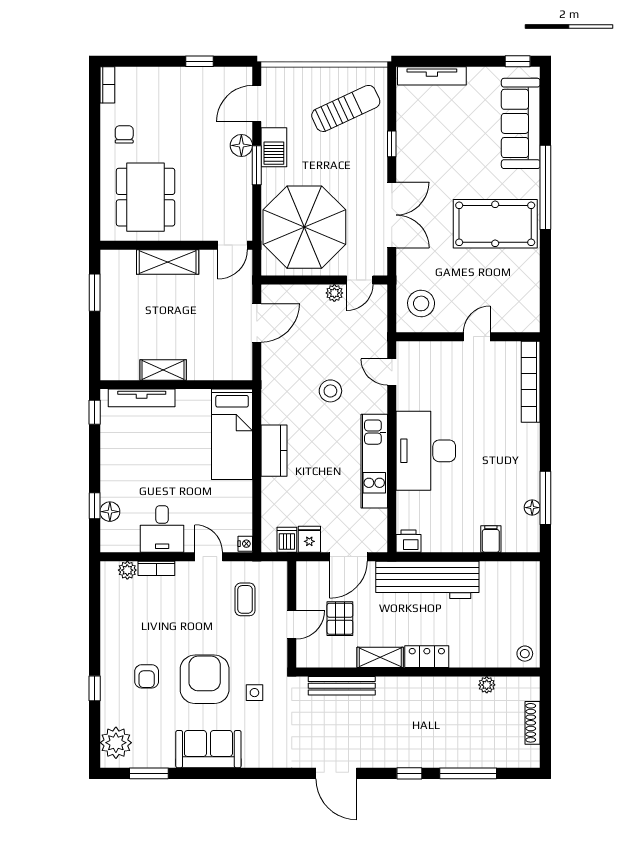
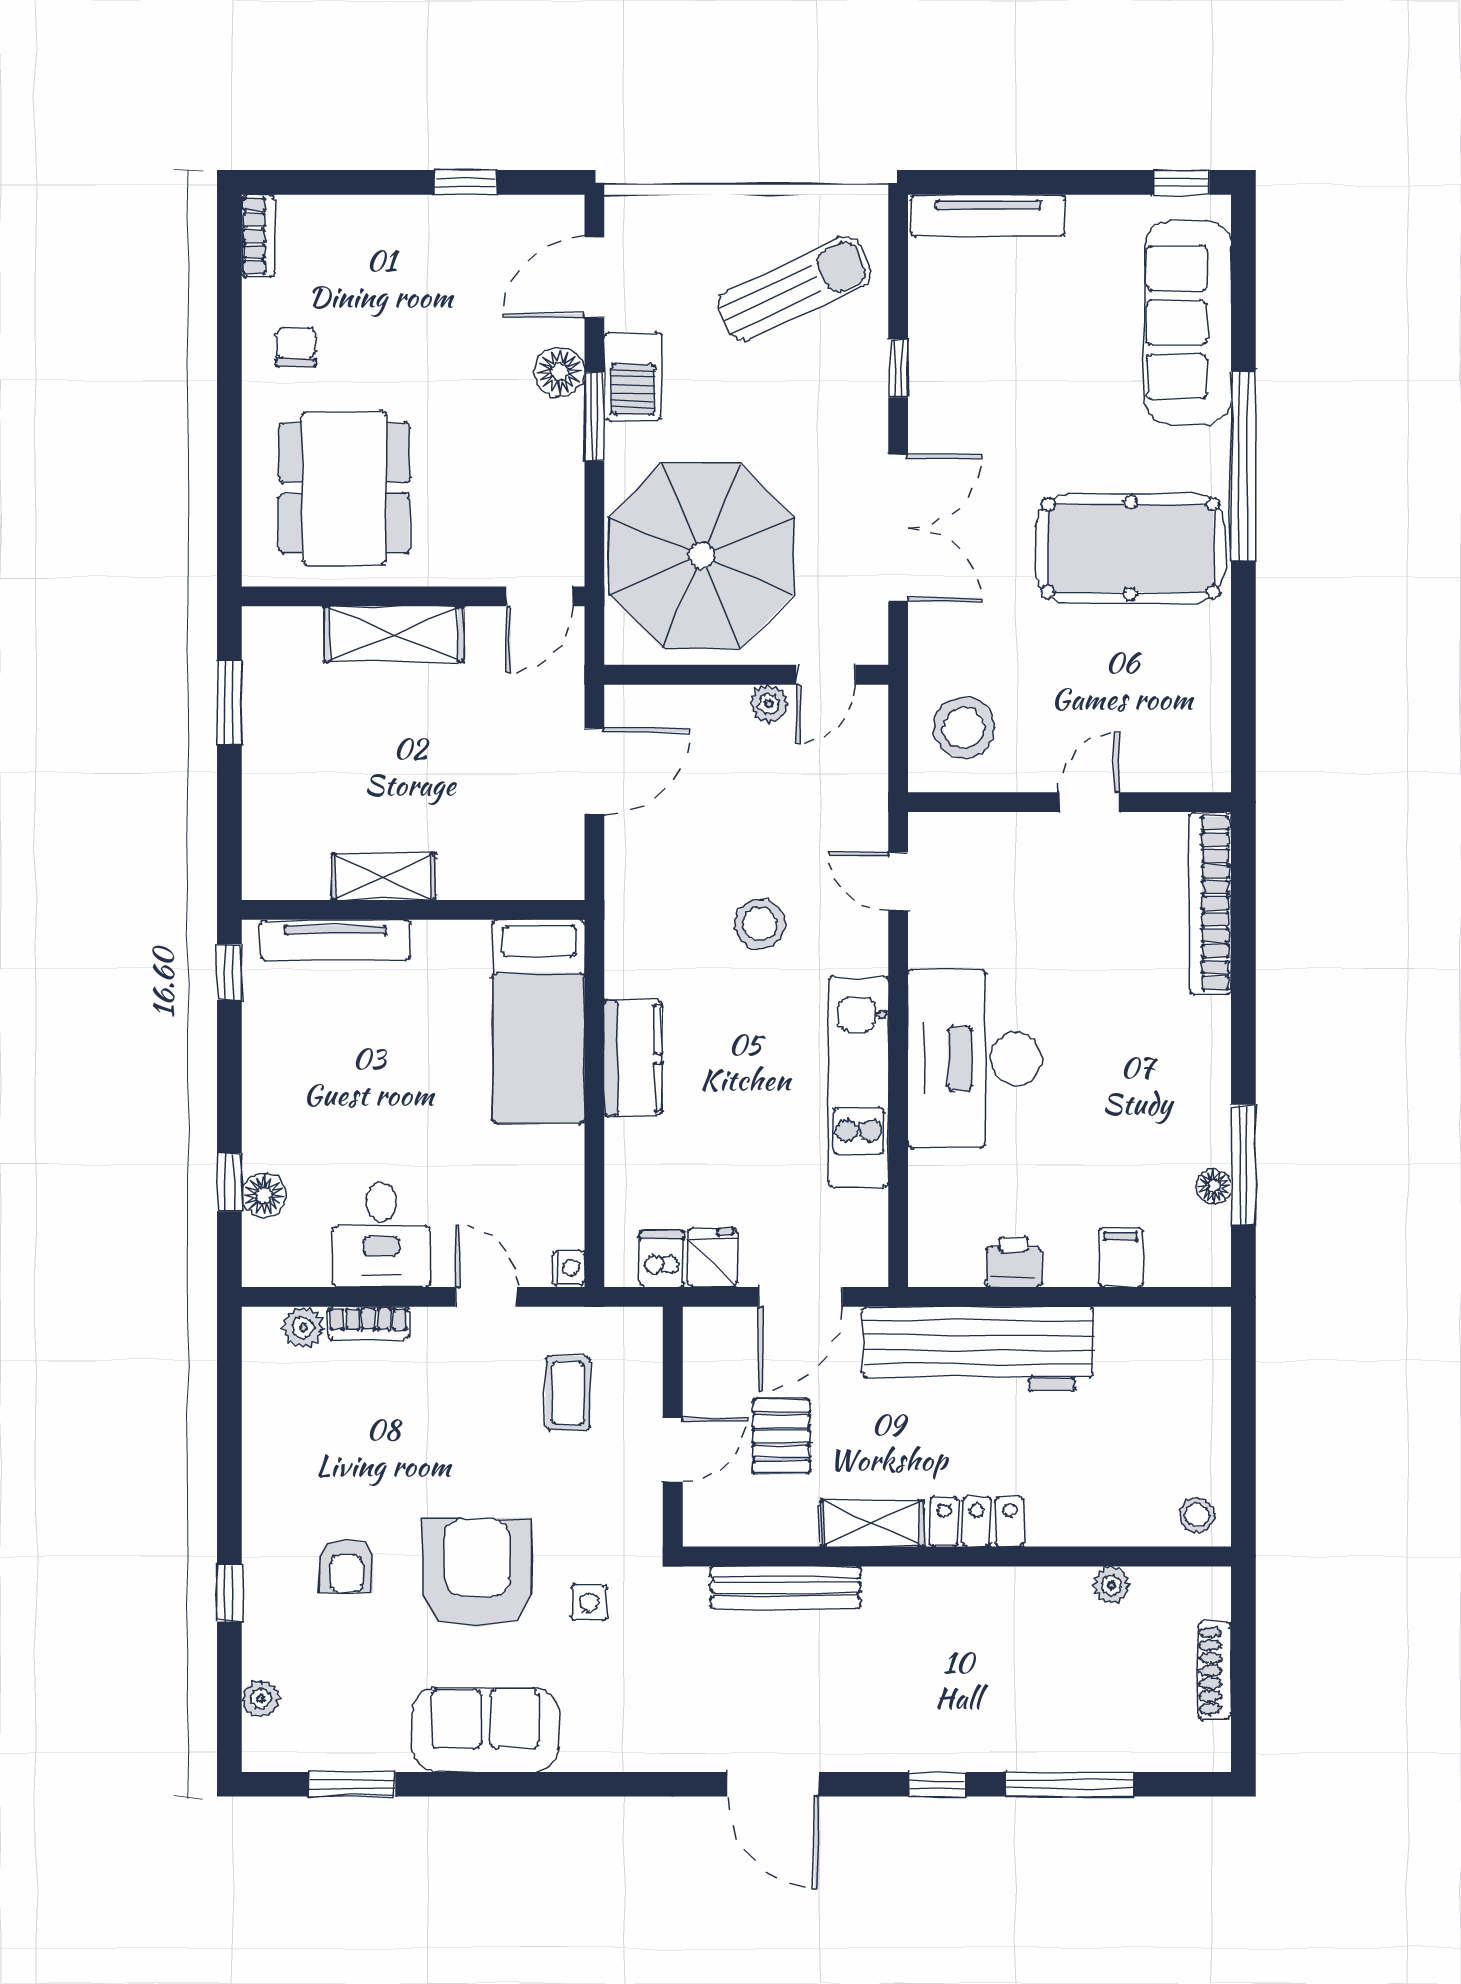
printer: (409, 541) -> (1014, 1262), moved
plant: (116, 743) -> (261, 1699), width x0.53, depth x0.53

